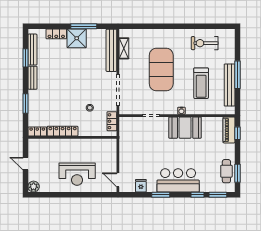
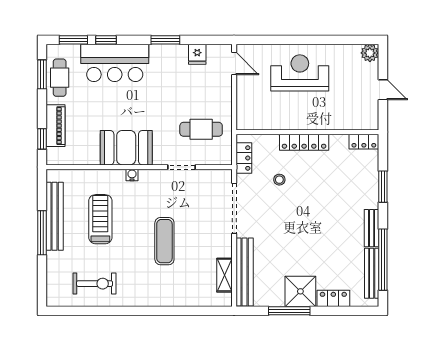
window: (25, 58) -> (383, 260), width x2.11
exercise mat: (161, 70) -> (164, 241), width x0.50, depth x0.69
piano: (229, 130) -> (56, 126), moved
locker: (63, 131) -> (304, 142), moved
cafe table: (138, 139) -> (201, 129), added
bar counter: (178, 180) -> (115, 63), moved

